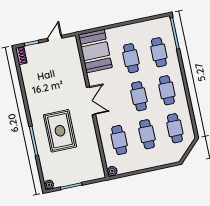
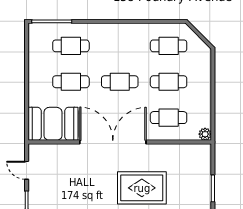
cafe table: (167, 90) -> (120, 46), removed
double door: (91, 101) -> (113, 142), width x1.87

